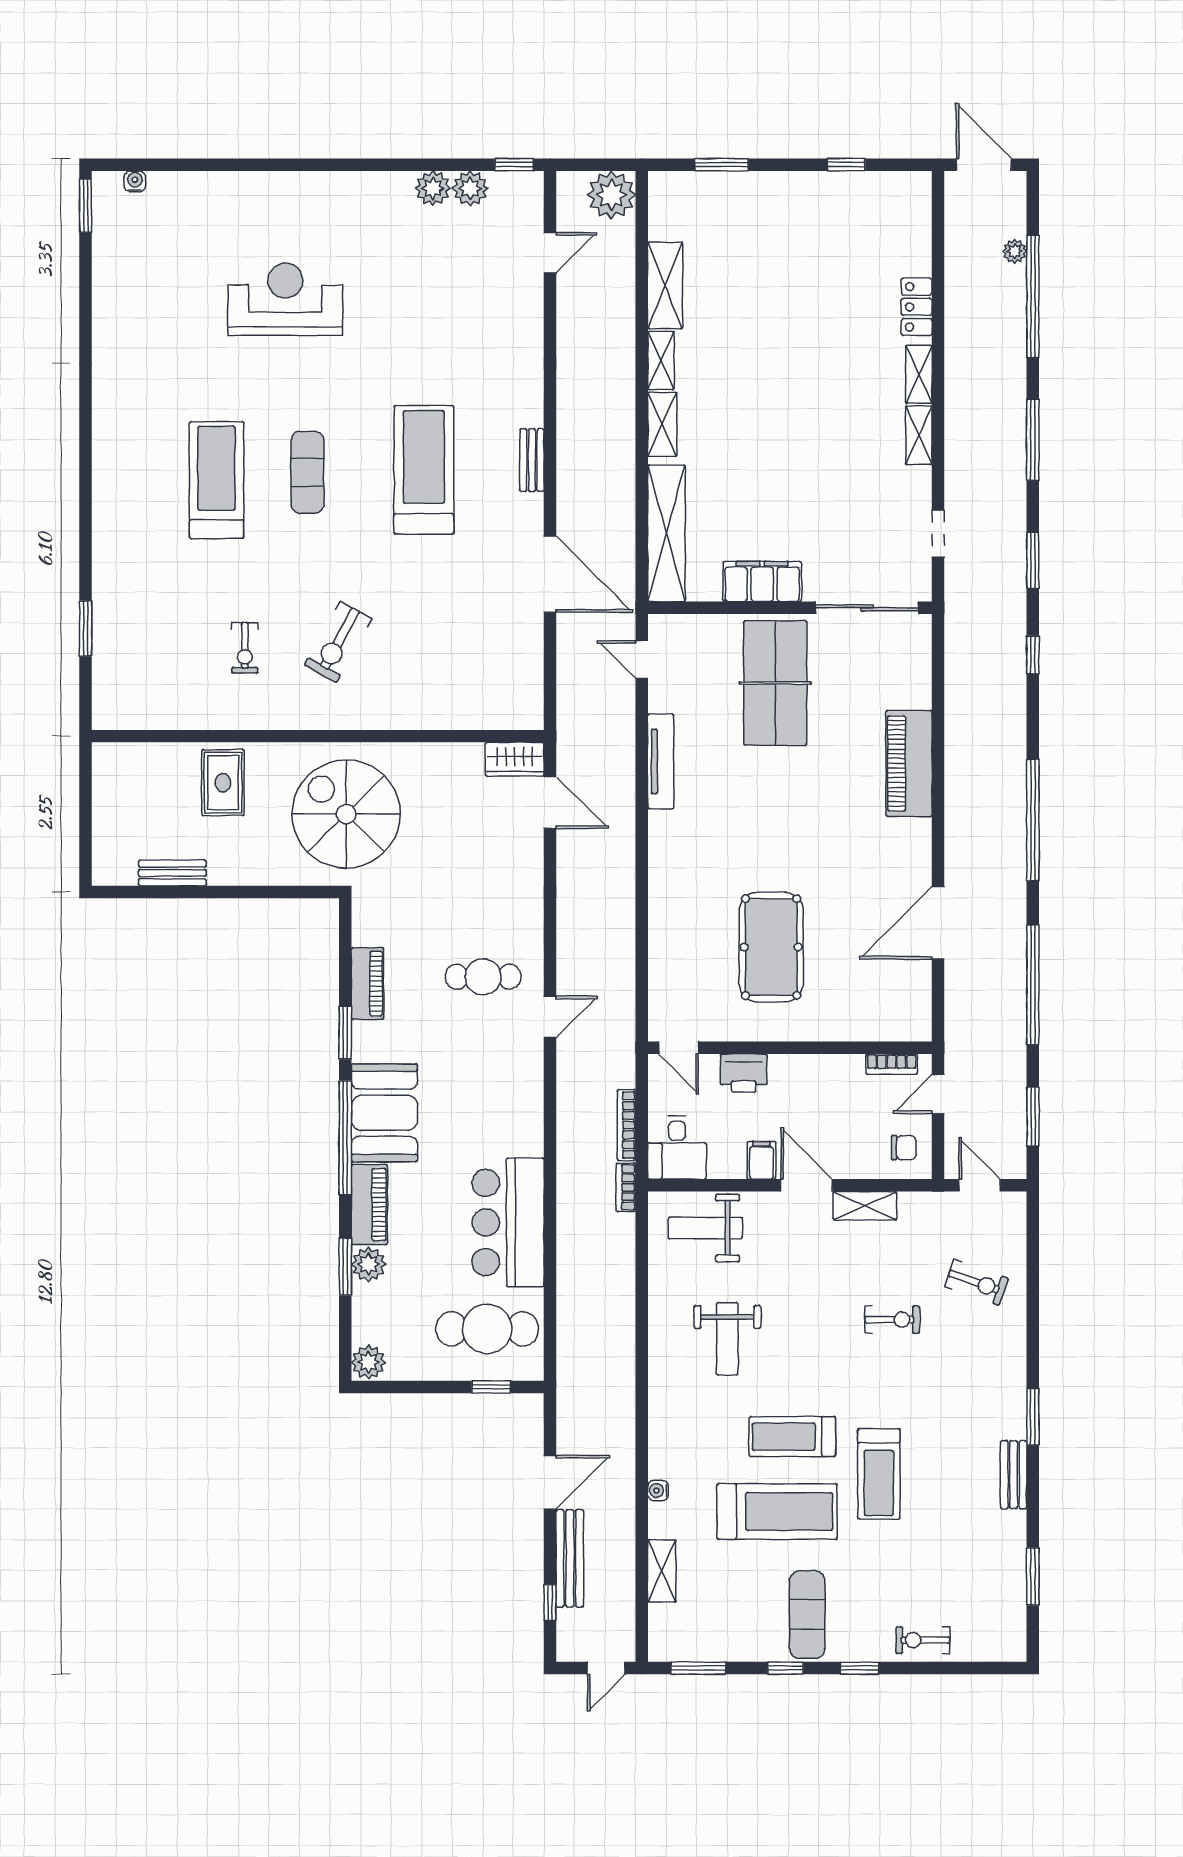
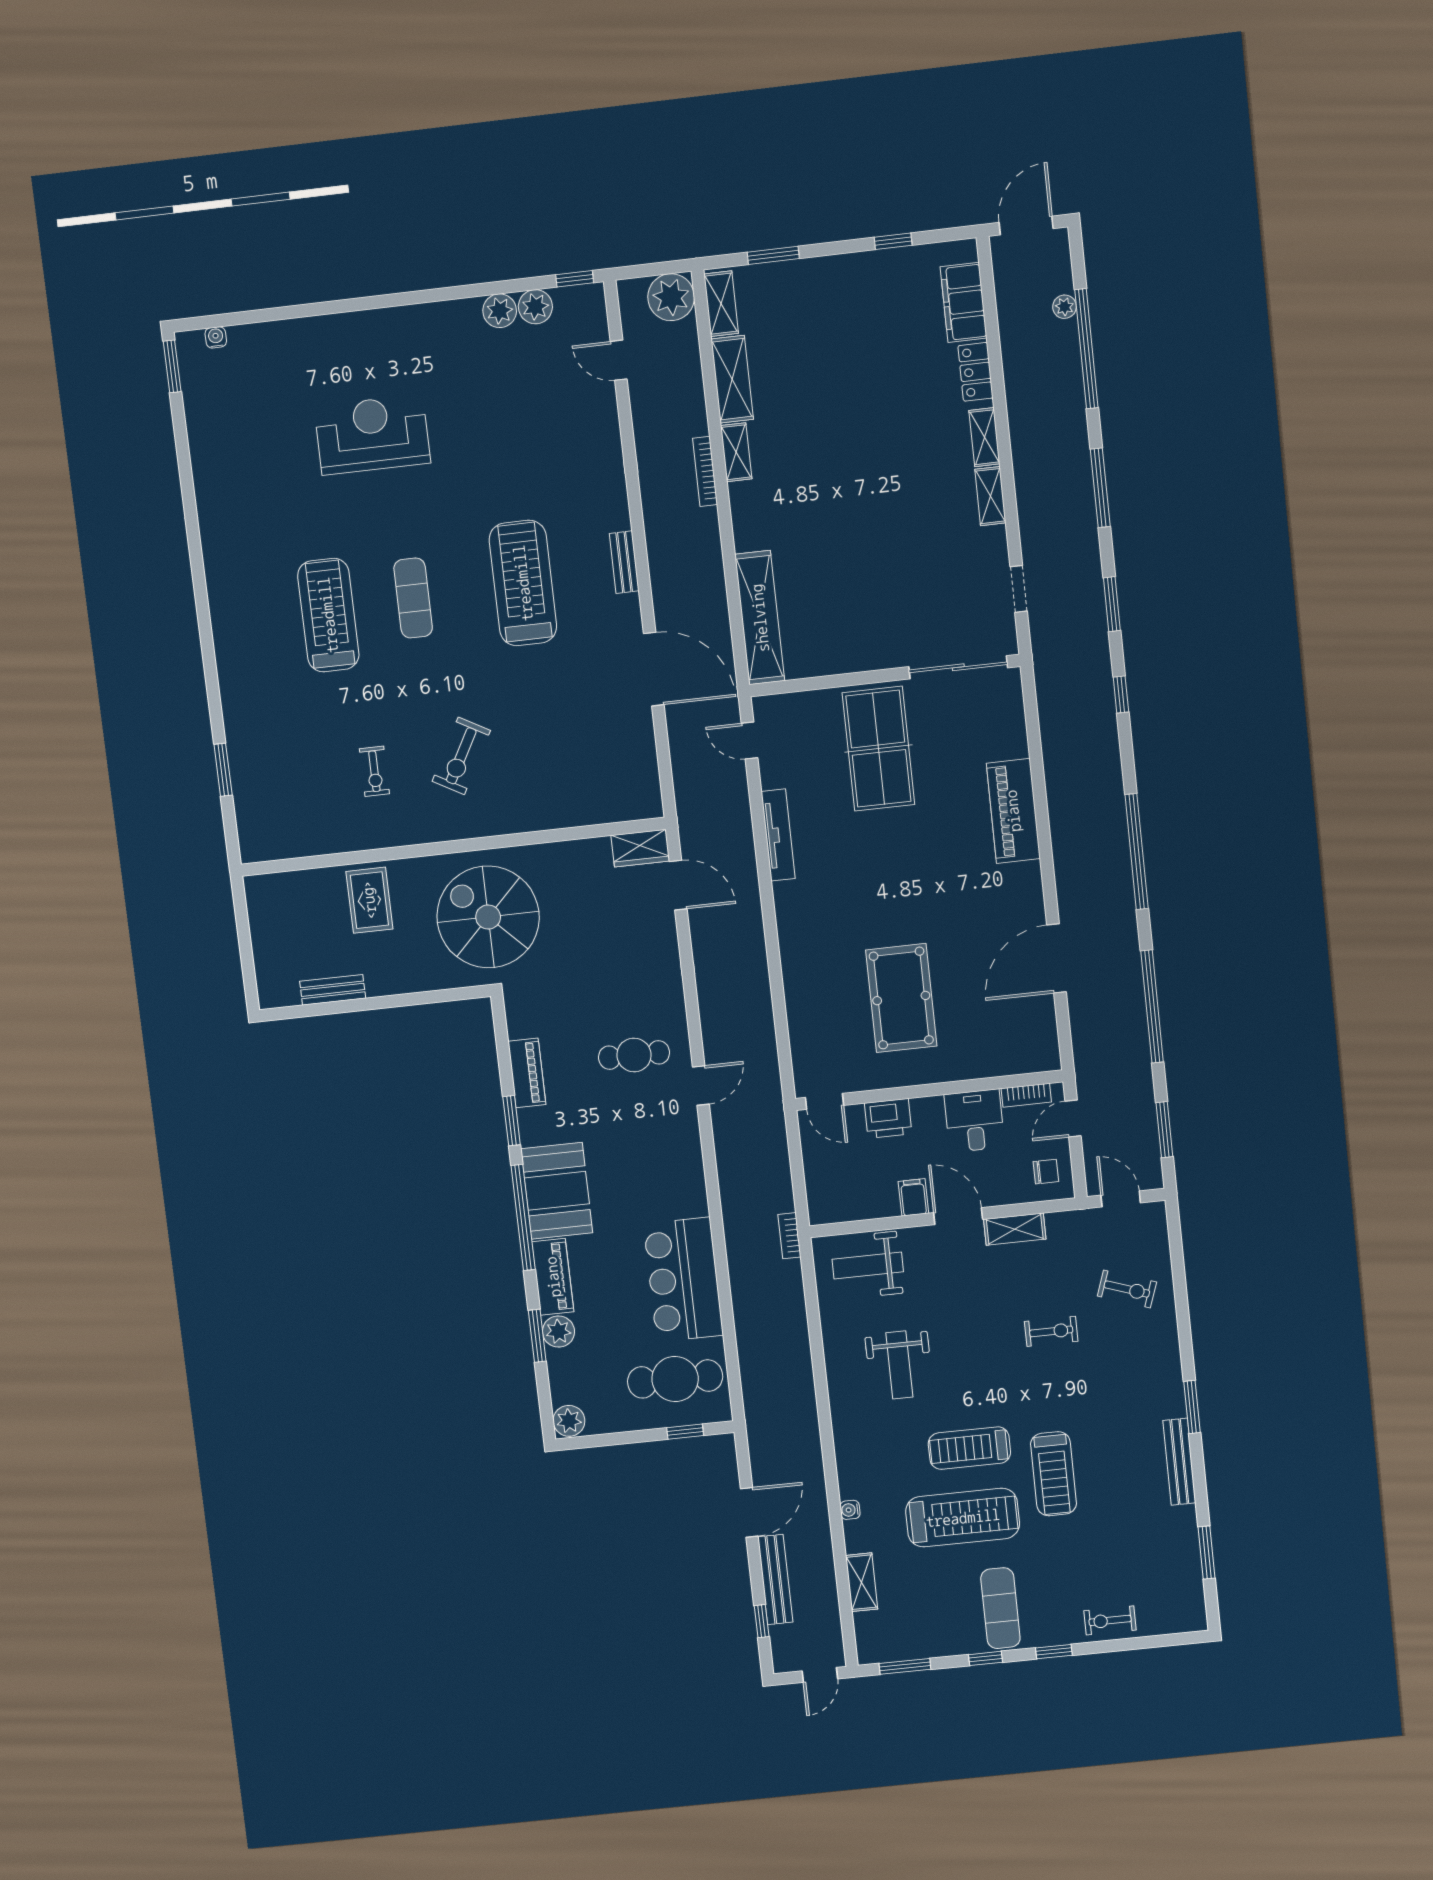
door: (984, 165) -> (1026, 226), hinge flipped
door: (550, 253) -> (619, 360), swing flipped
shelving: (662, 424) -> (721, 304), moved
filing cabinet: (762, 581) -> (964, 302), moved, turned -90
bookcase: (626, 1125) -> (705, 471), moved
desk: (677, 1148) -> (974, 1121), moved, turned 180
bench: (1014, 1475) -> (1179, 1462), width x1.36

